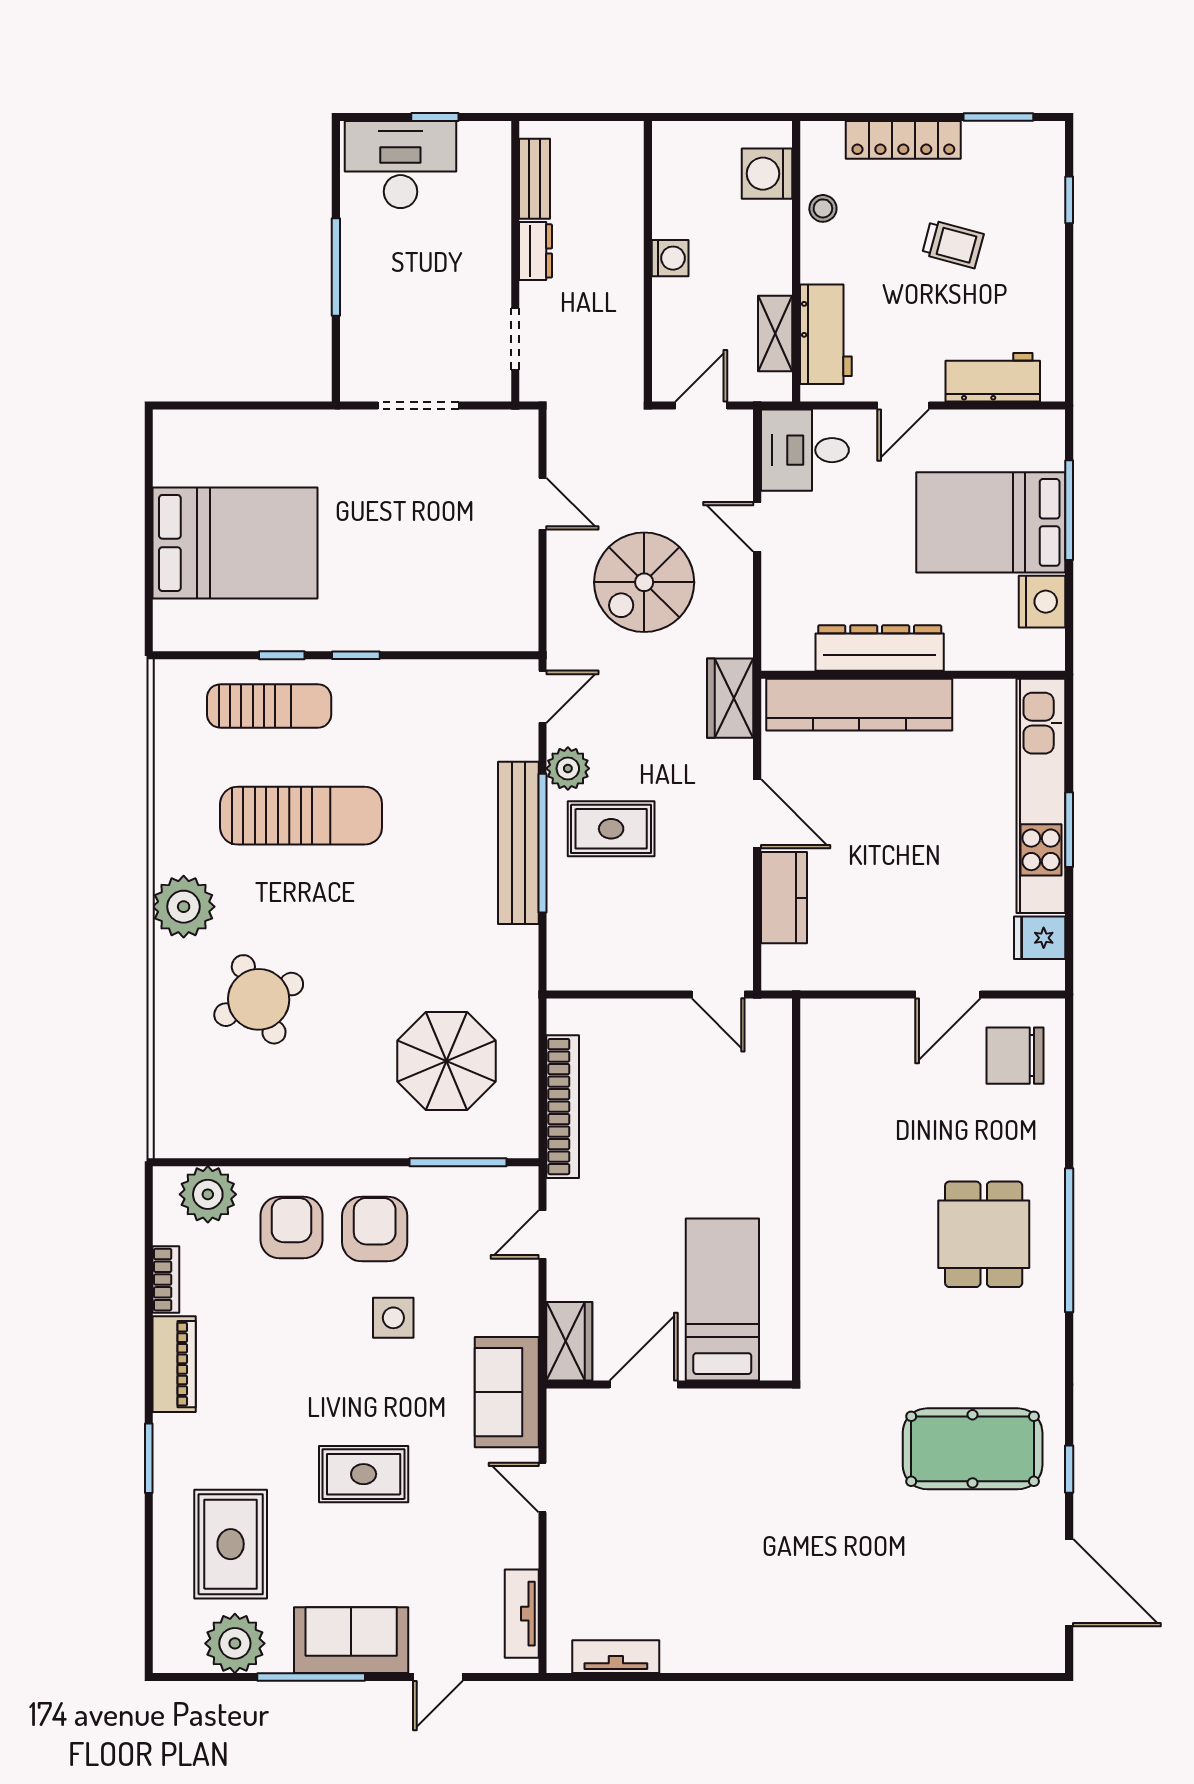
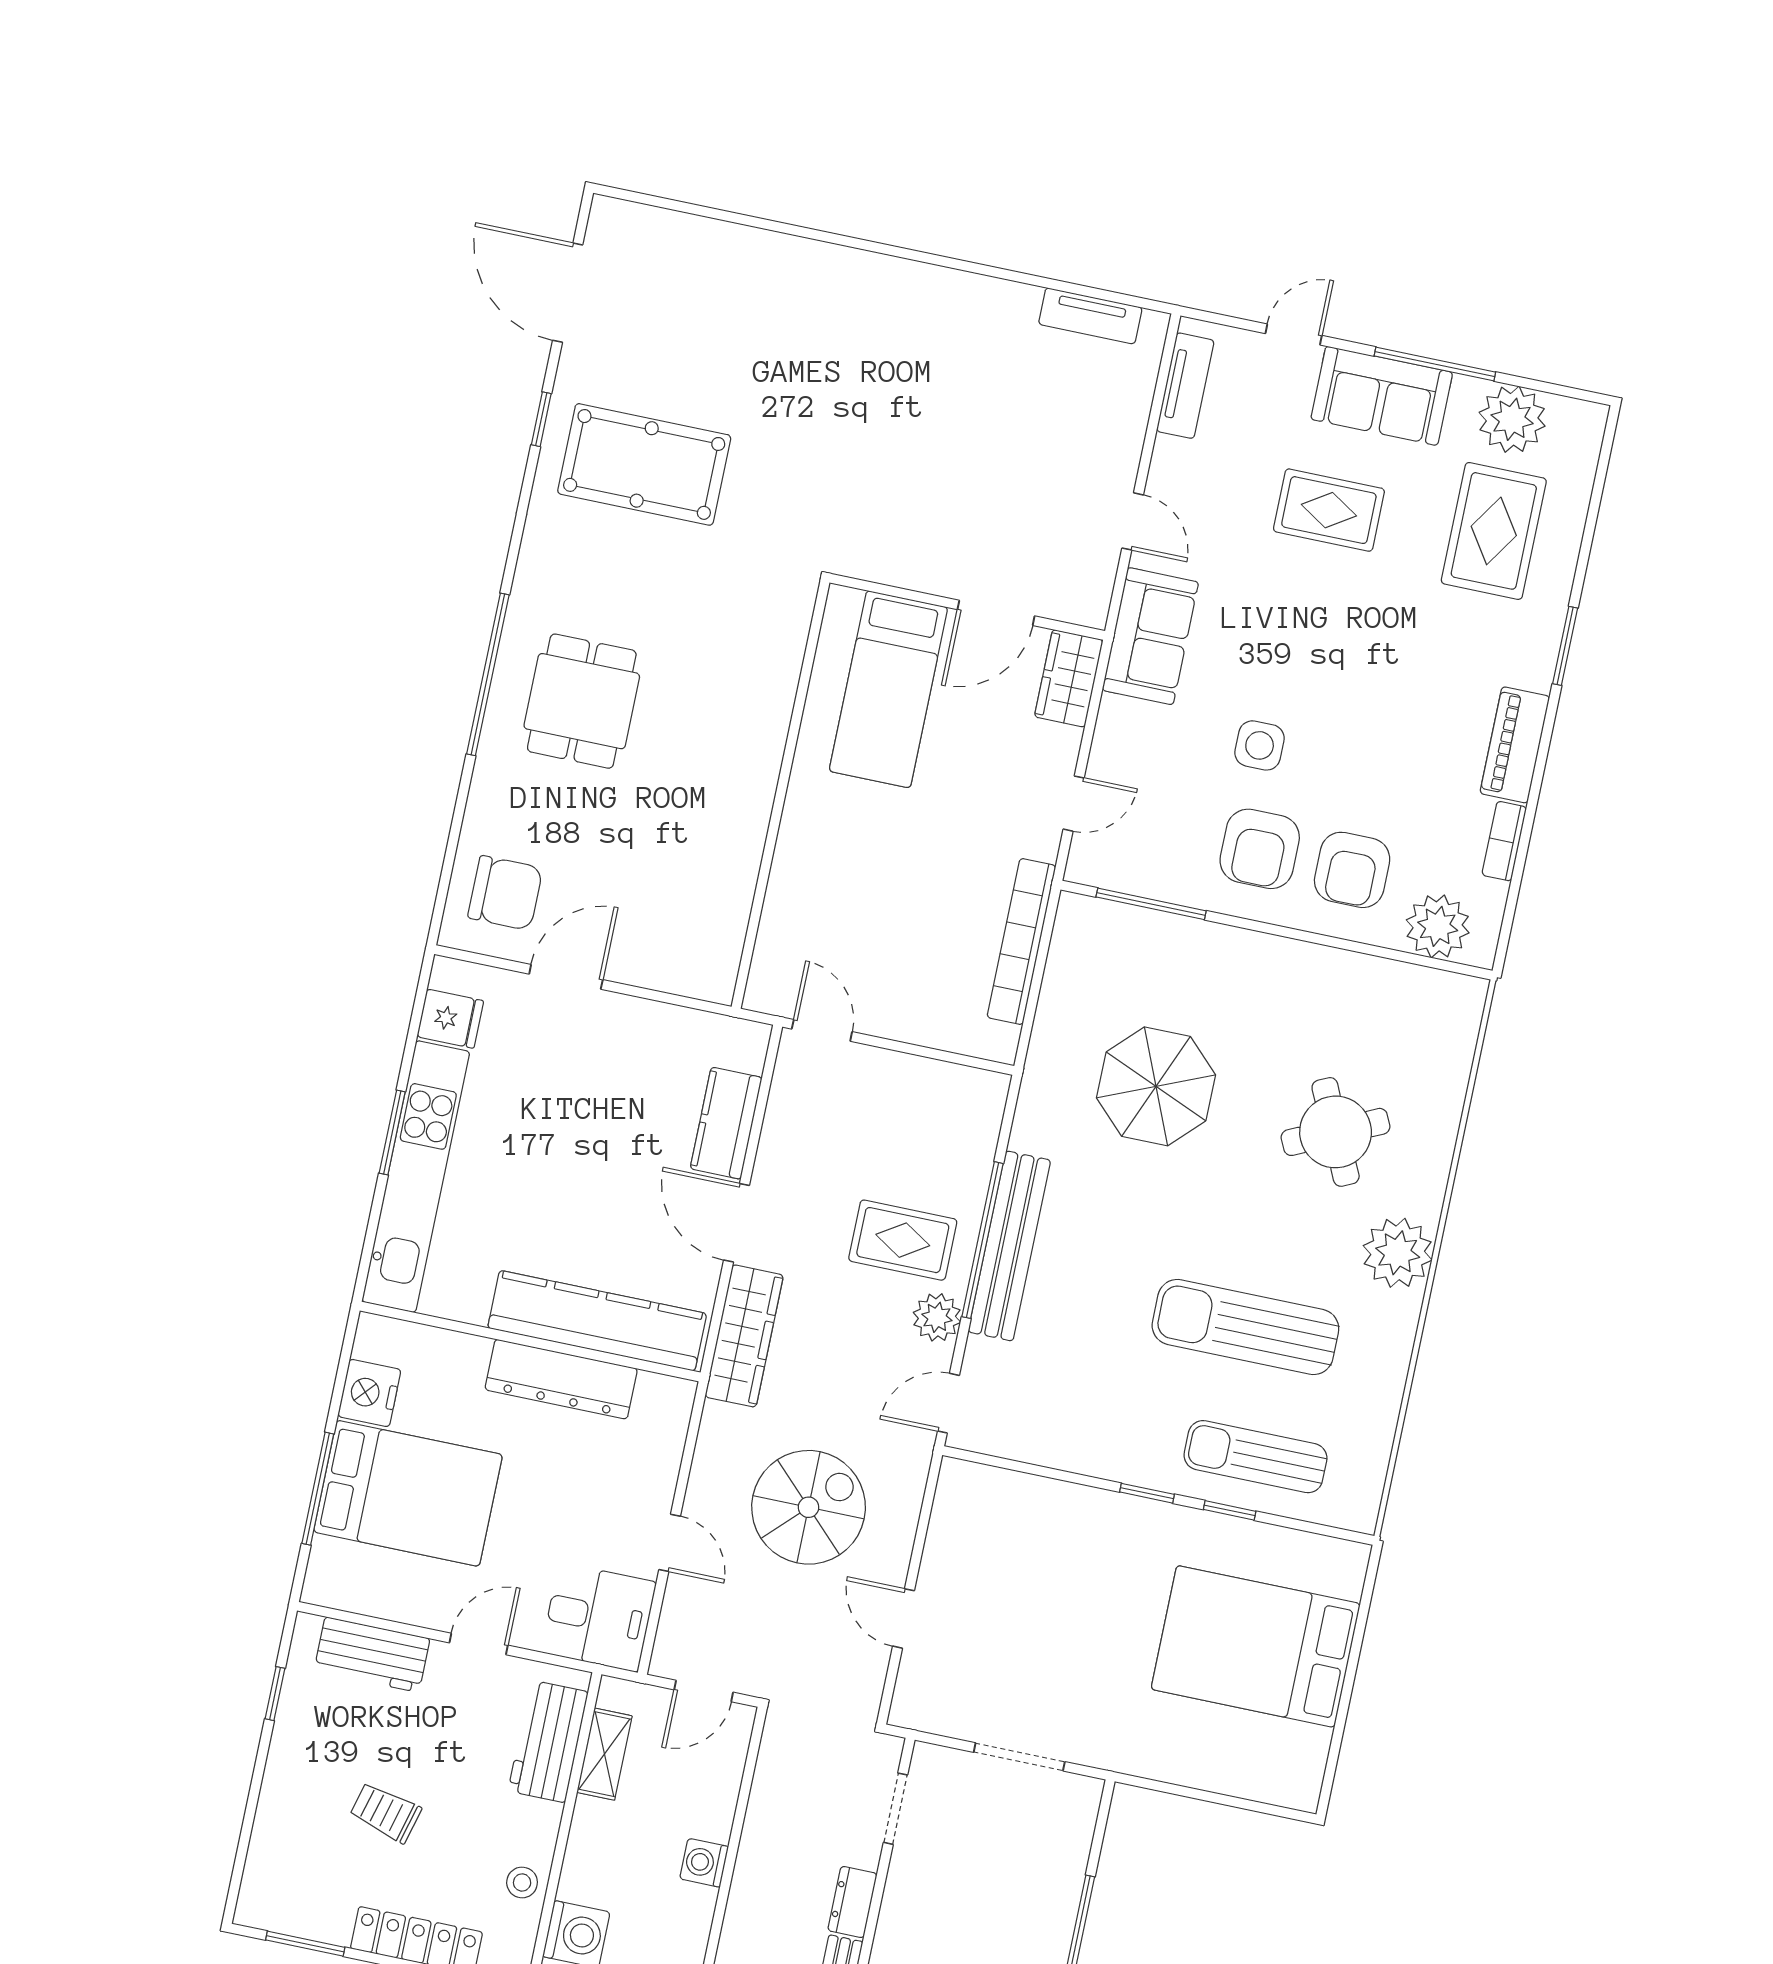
window: (1069, 200) -> (275, 1694), moved
wardrobe: (730, 698) -> (744, 1336), width x1.50
parasol: (447, 1061) -> (1156, 1086), moved
rug: (364, 1474) -> (1329, 510), moved

